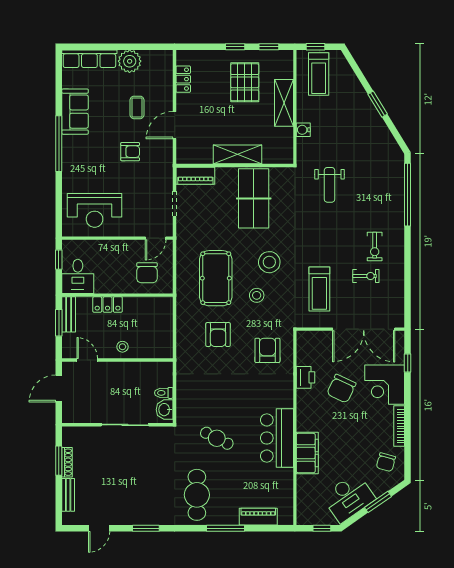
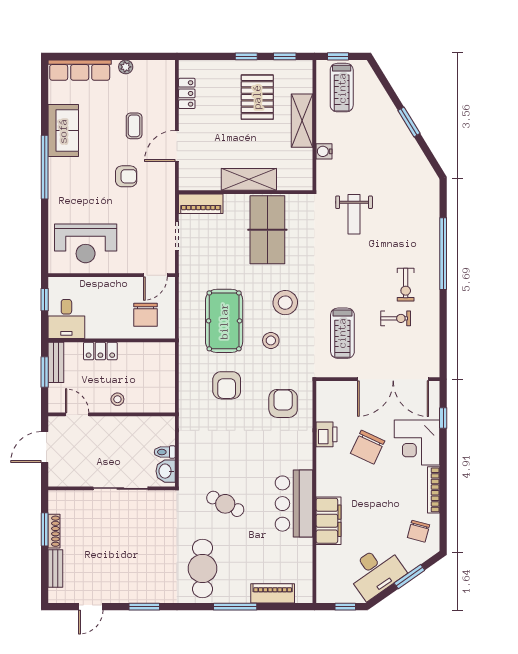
plant: (130, 61) -> (126, 67), width x0.53, depth x0.53
window: (408, 195) -> (443, 254), moved

